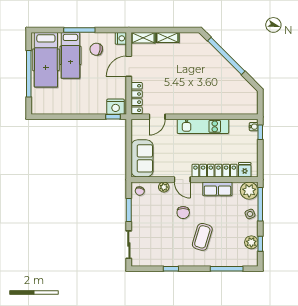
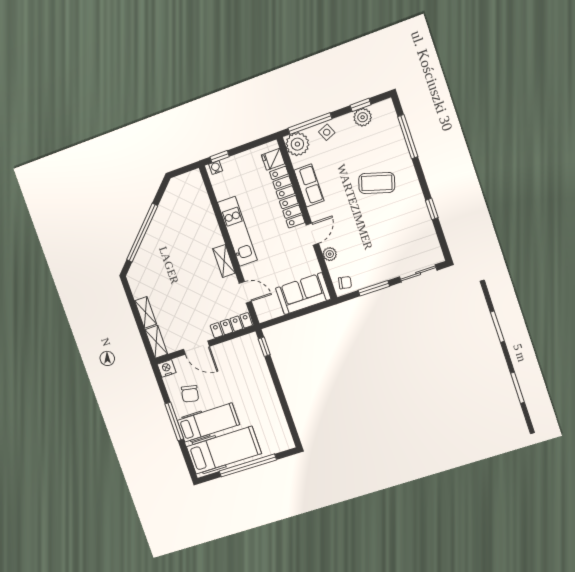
nightstand: (116, 107) -> (251, 348), removed
shelving: (185, 109) -> (224, 261), added
chair: (183, 213) -> (354, 218), removed

